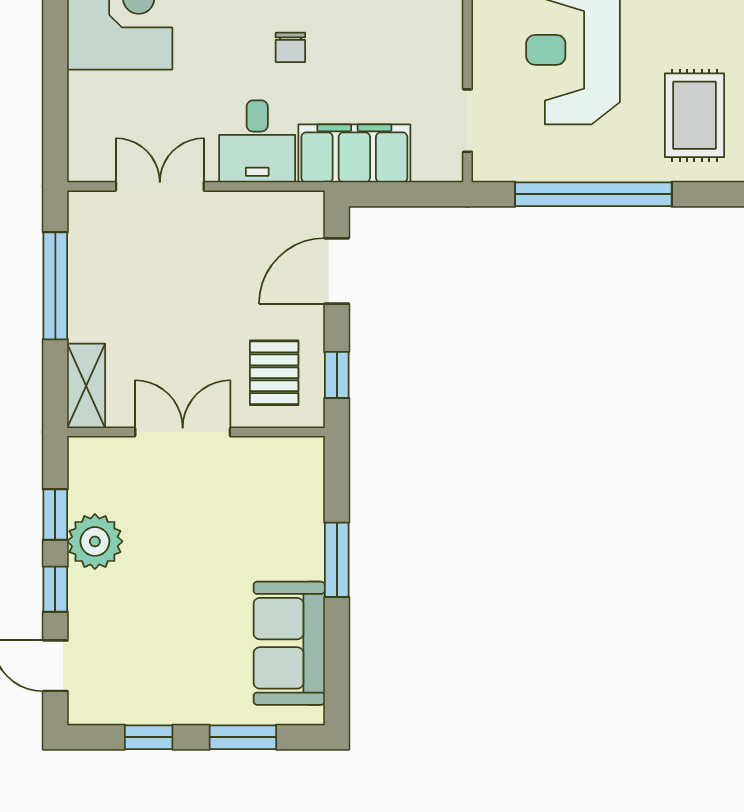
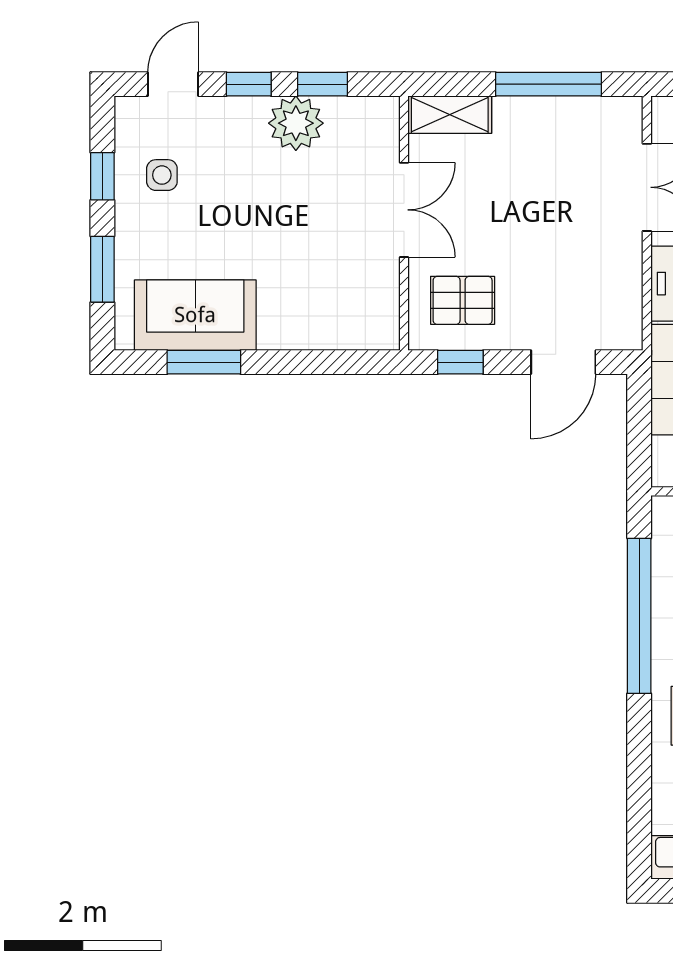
door: (337, 271) -> (563, 362), swing flipped
window: (337, 560) -> (204, 362), moved
side table: (147, 677) -> (162, 175), added

